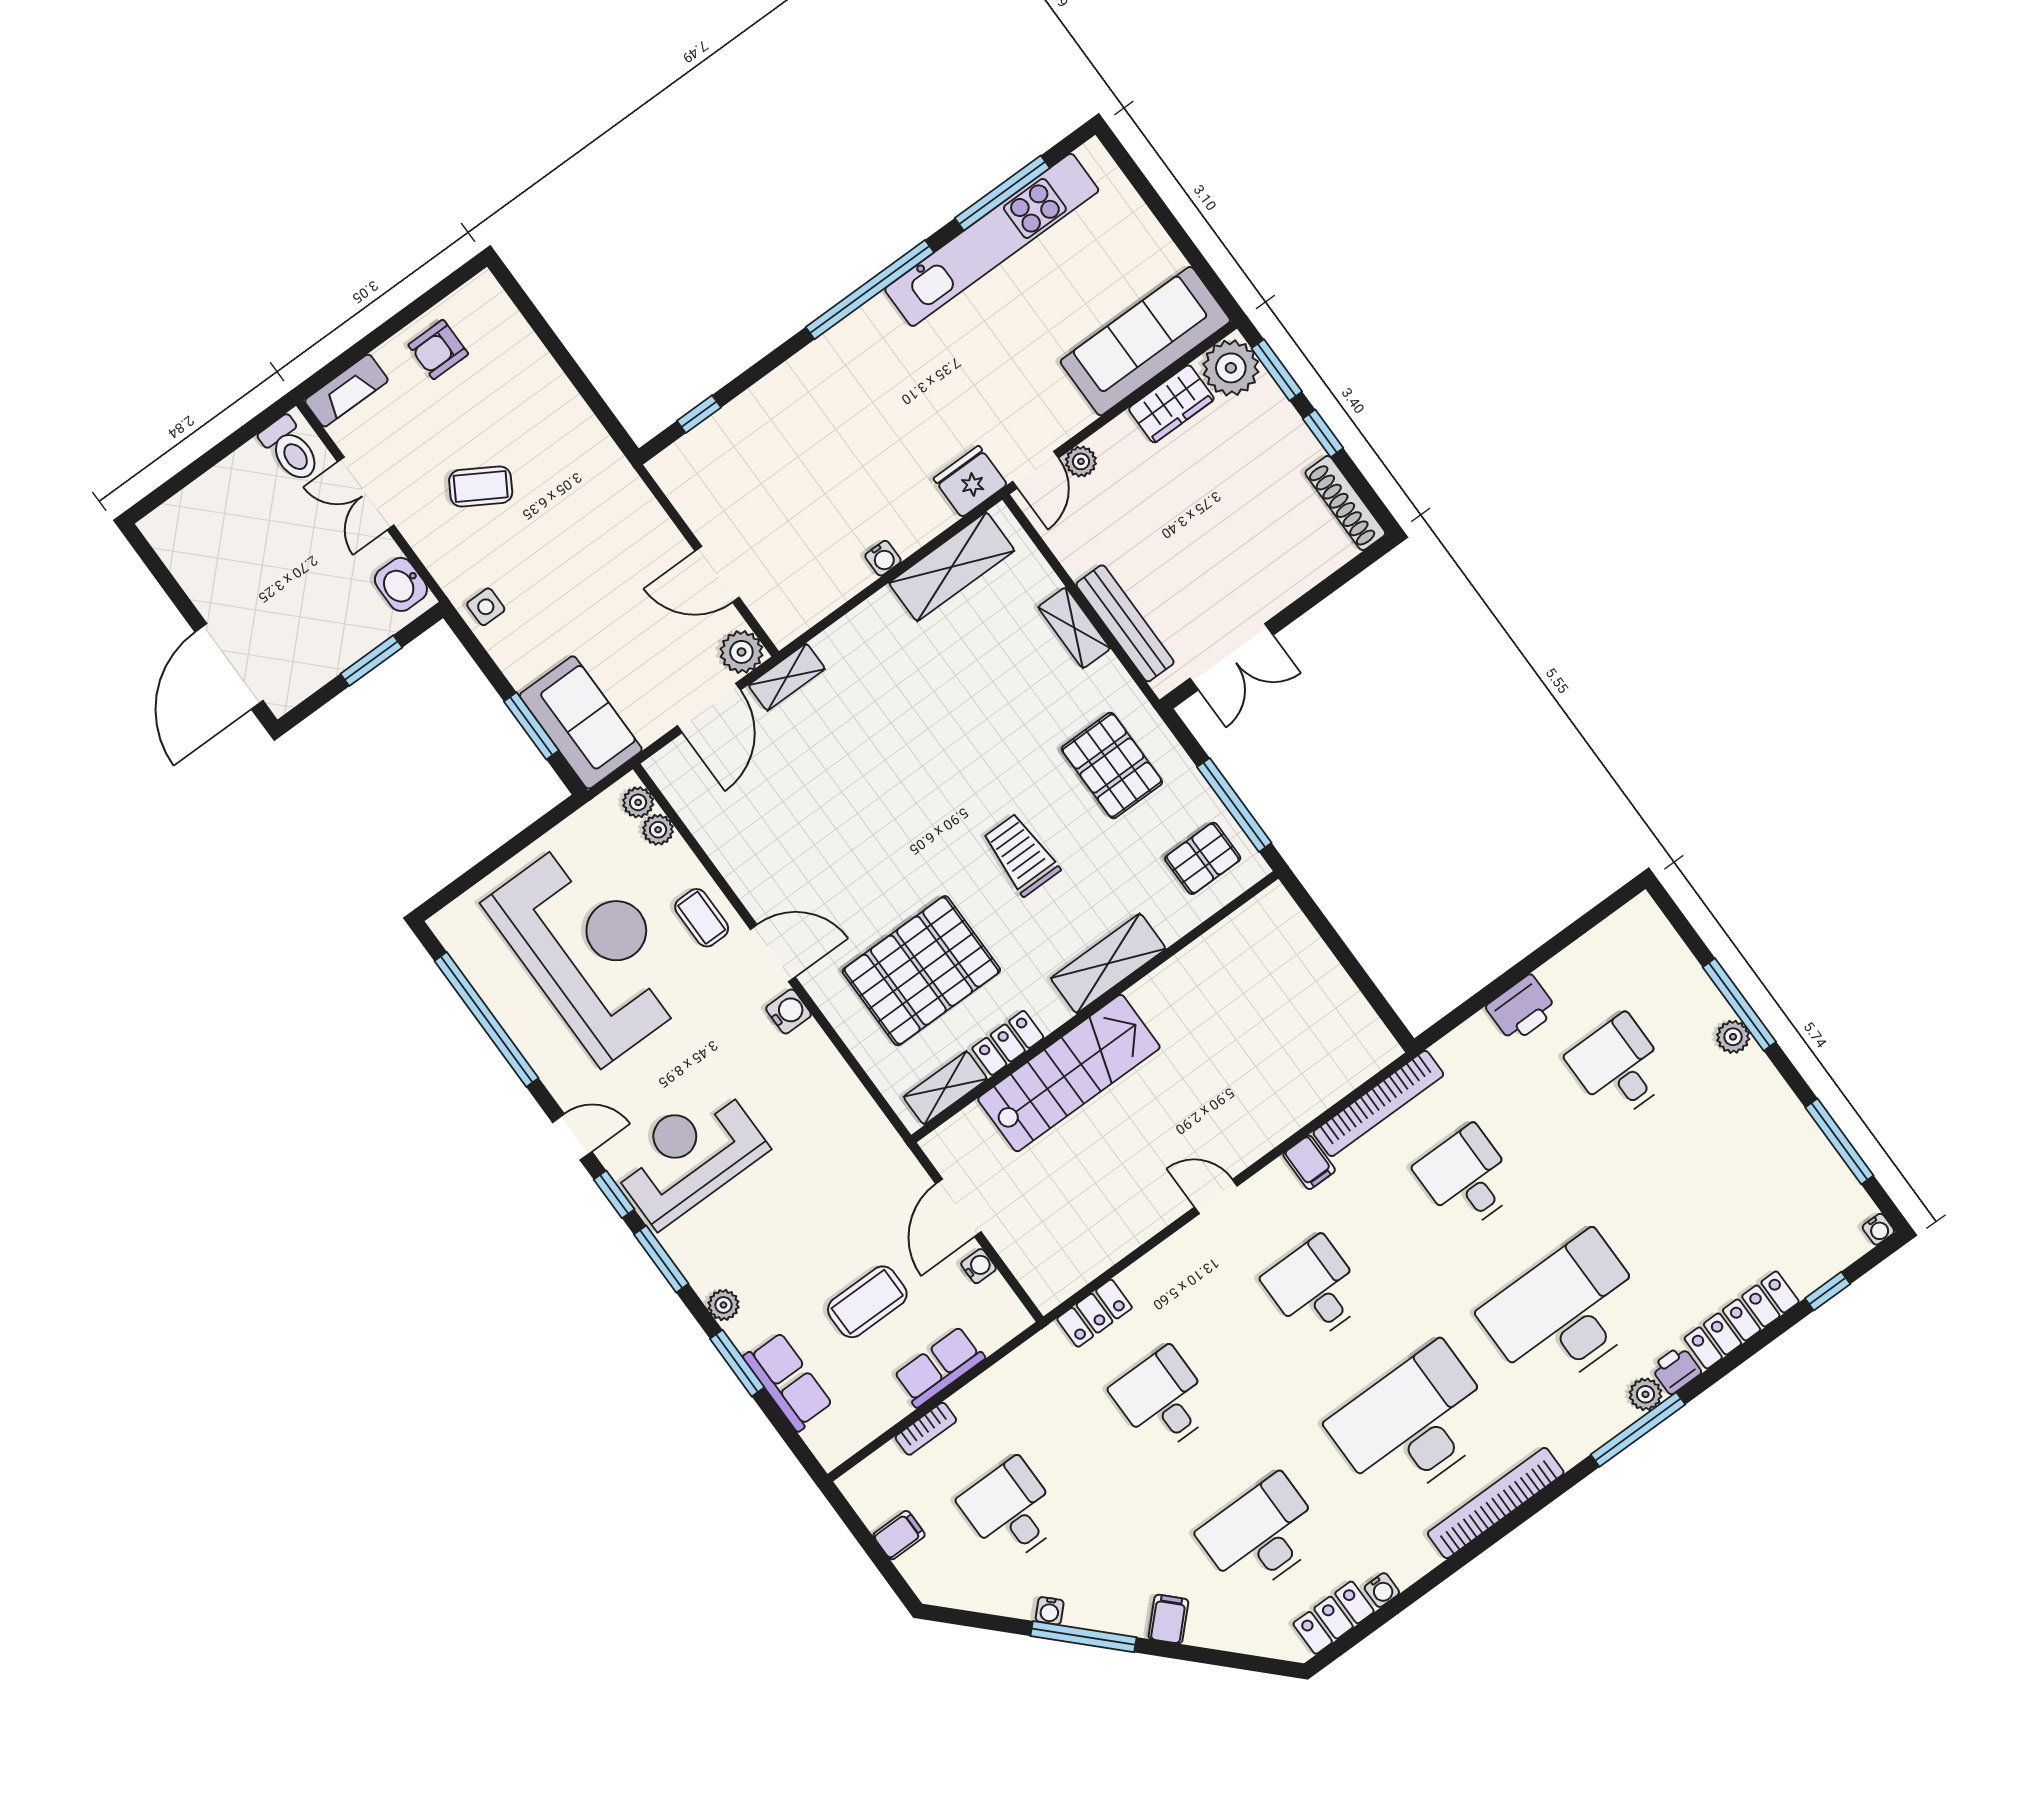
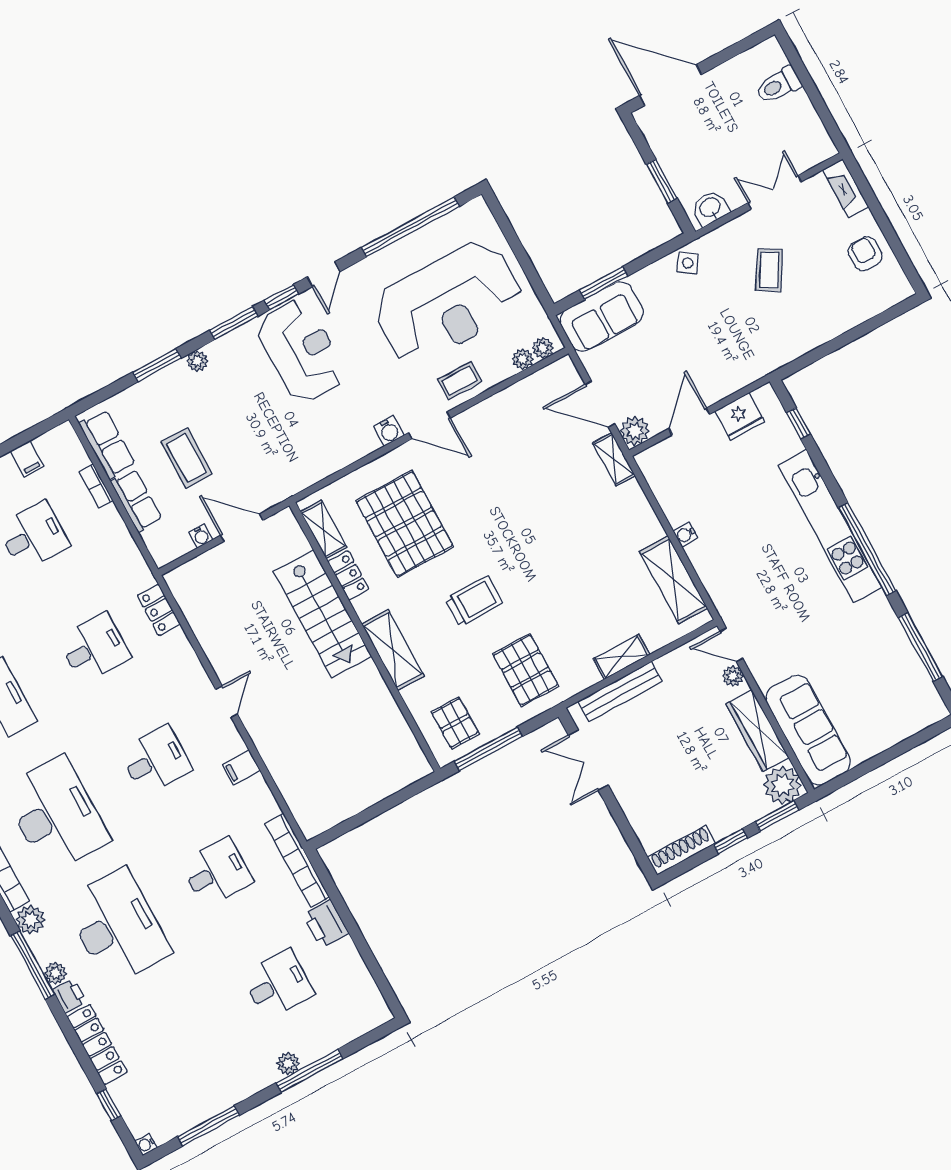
kitchen unit: (992, 240) -> (830, 526), moved
wardrobe: (1171, 404) -> (757, 731), width x1.50
toilet: (290, 449) -> (778, 85), moved
fridge: (970, 481) -> (740, 416), moved, turned 90
side table: (486, 607) -> (688, 263), turned 35
pallet: (1112, 766) -> (526, 670), turned 90
door: (773, 953) -> (429, 425), hinge flipped
bookcase: (1378, 1104) -> (297, 860), moved
row of seats: (788, 1381) -> (107, 444), moved, turned -90
plant: (1572, 1441) -> (30, 920), added

